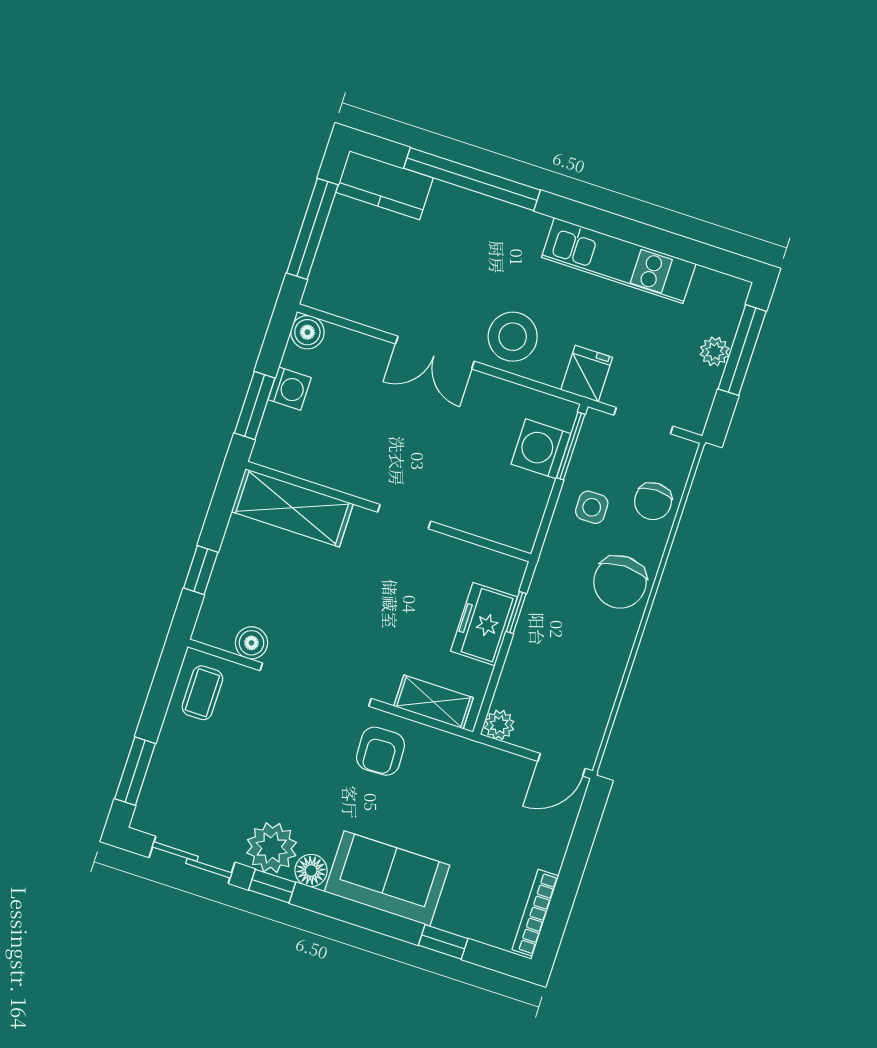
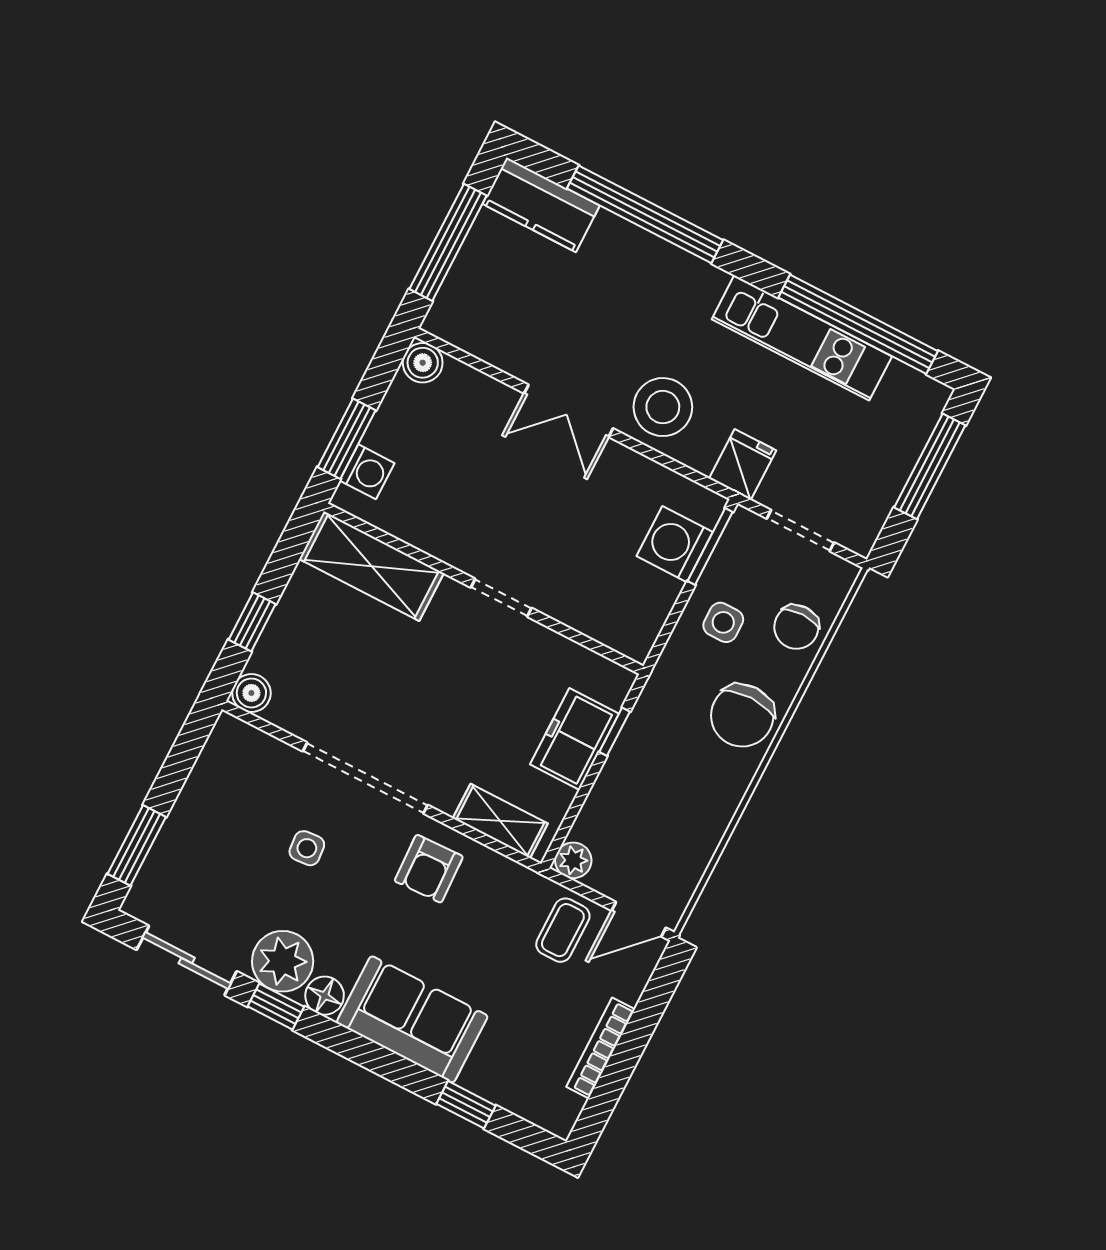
window: (664, 242) -> (858, 324), added
plant: (715, 351) -> (897, 463), removed
washing machine: (290, 389) -> (367, 472), moved
boiler: (251, 643) -> (251, 693), moved
coffee table: (202, 693) -> (563, 930), moved
side table: (277, 751) -> (307, 848), added
bookcase: (535, 913) -> (601, 1048), moved

